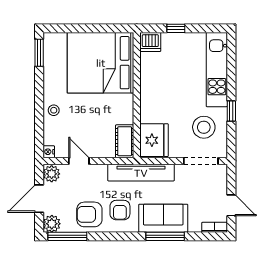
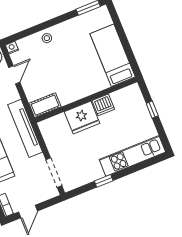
dishwasher: (150, 42) -> (103, 105), moved, turned -90
bed: (101, 63) -> (113, 55), width x0.49
stool: (204, 127) -> (82, 164), removed
fridge: (154, 140) -> (82, 118), moved

